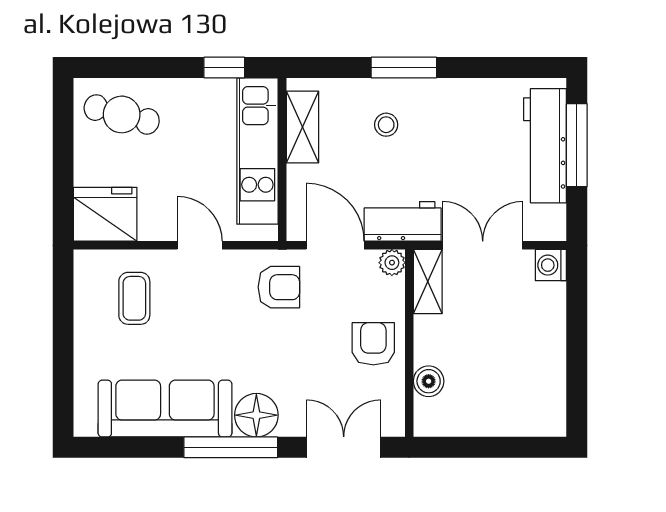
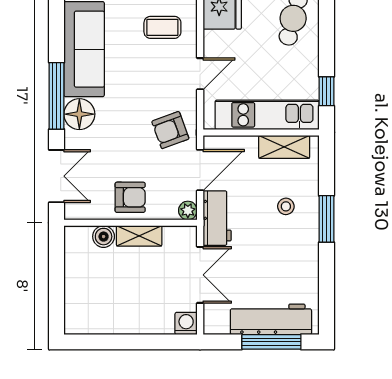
shelving: (428, 282) -> (139, 236), moved
armchair: (279, 287) -> (170, 130), turned 70

